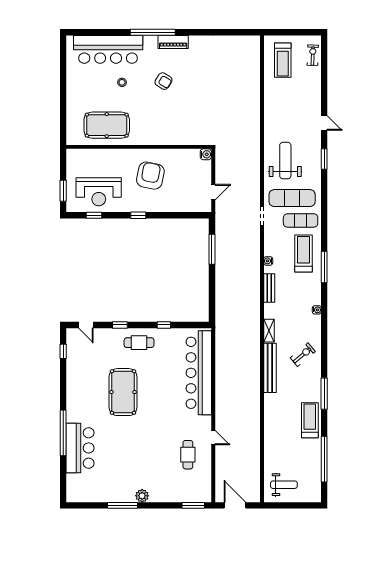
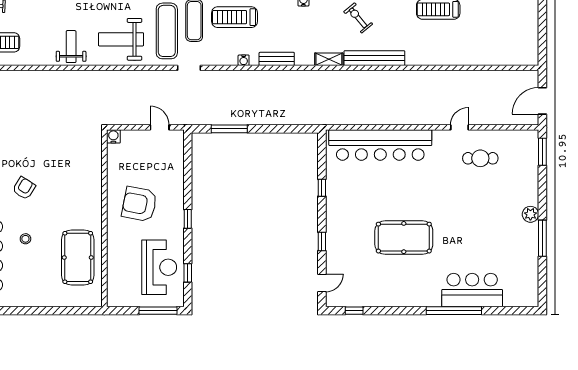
window: (63, 191) -> (158, 311), width x1.44
cafe table: (139, 343) -> (343, 218), removed
weight bench: (284, 485) -> (71, 47), moved

